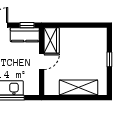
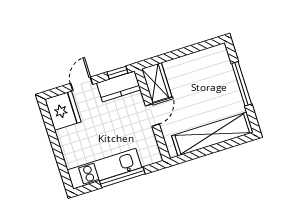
window: (109, 59) -> (242, 84), width x2.17
shelving: (79, 88) -> (212, 134), width x1.47

